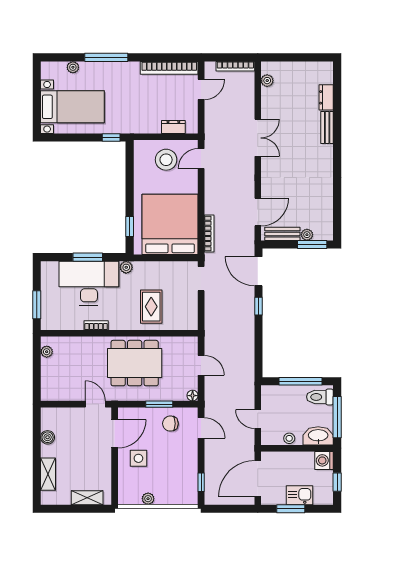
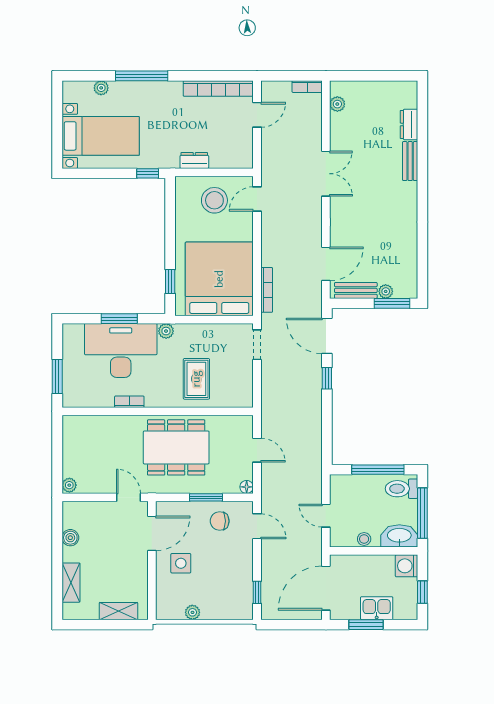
bookcase: (235, 66) -> (307, 87), width x0.64
dresser: (173, 127) -> (194, 161), moved
plant: (47, 352) -> (69, 485), moved

